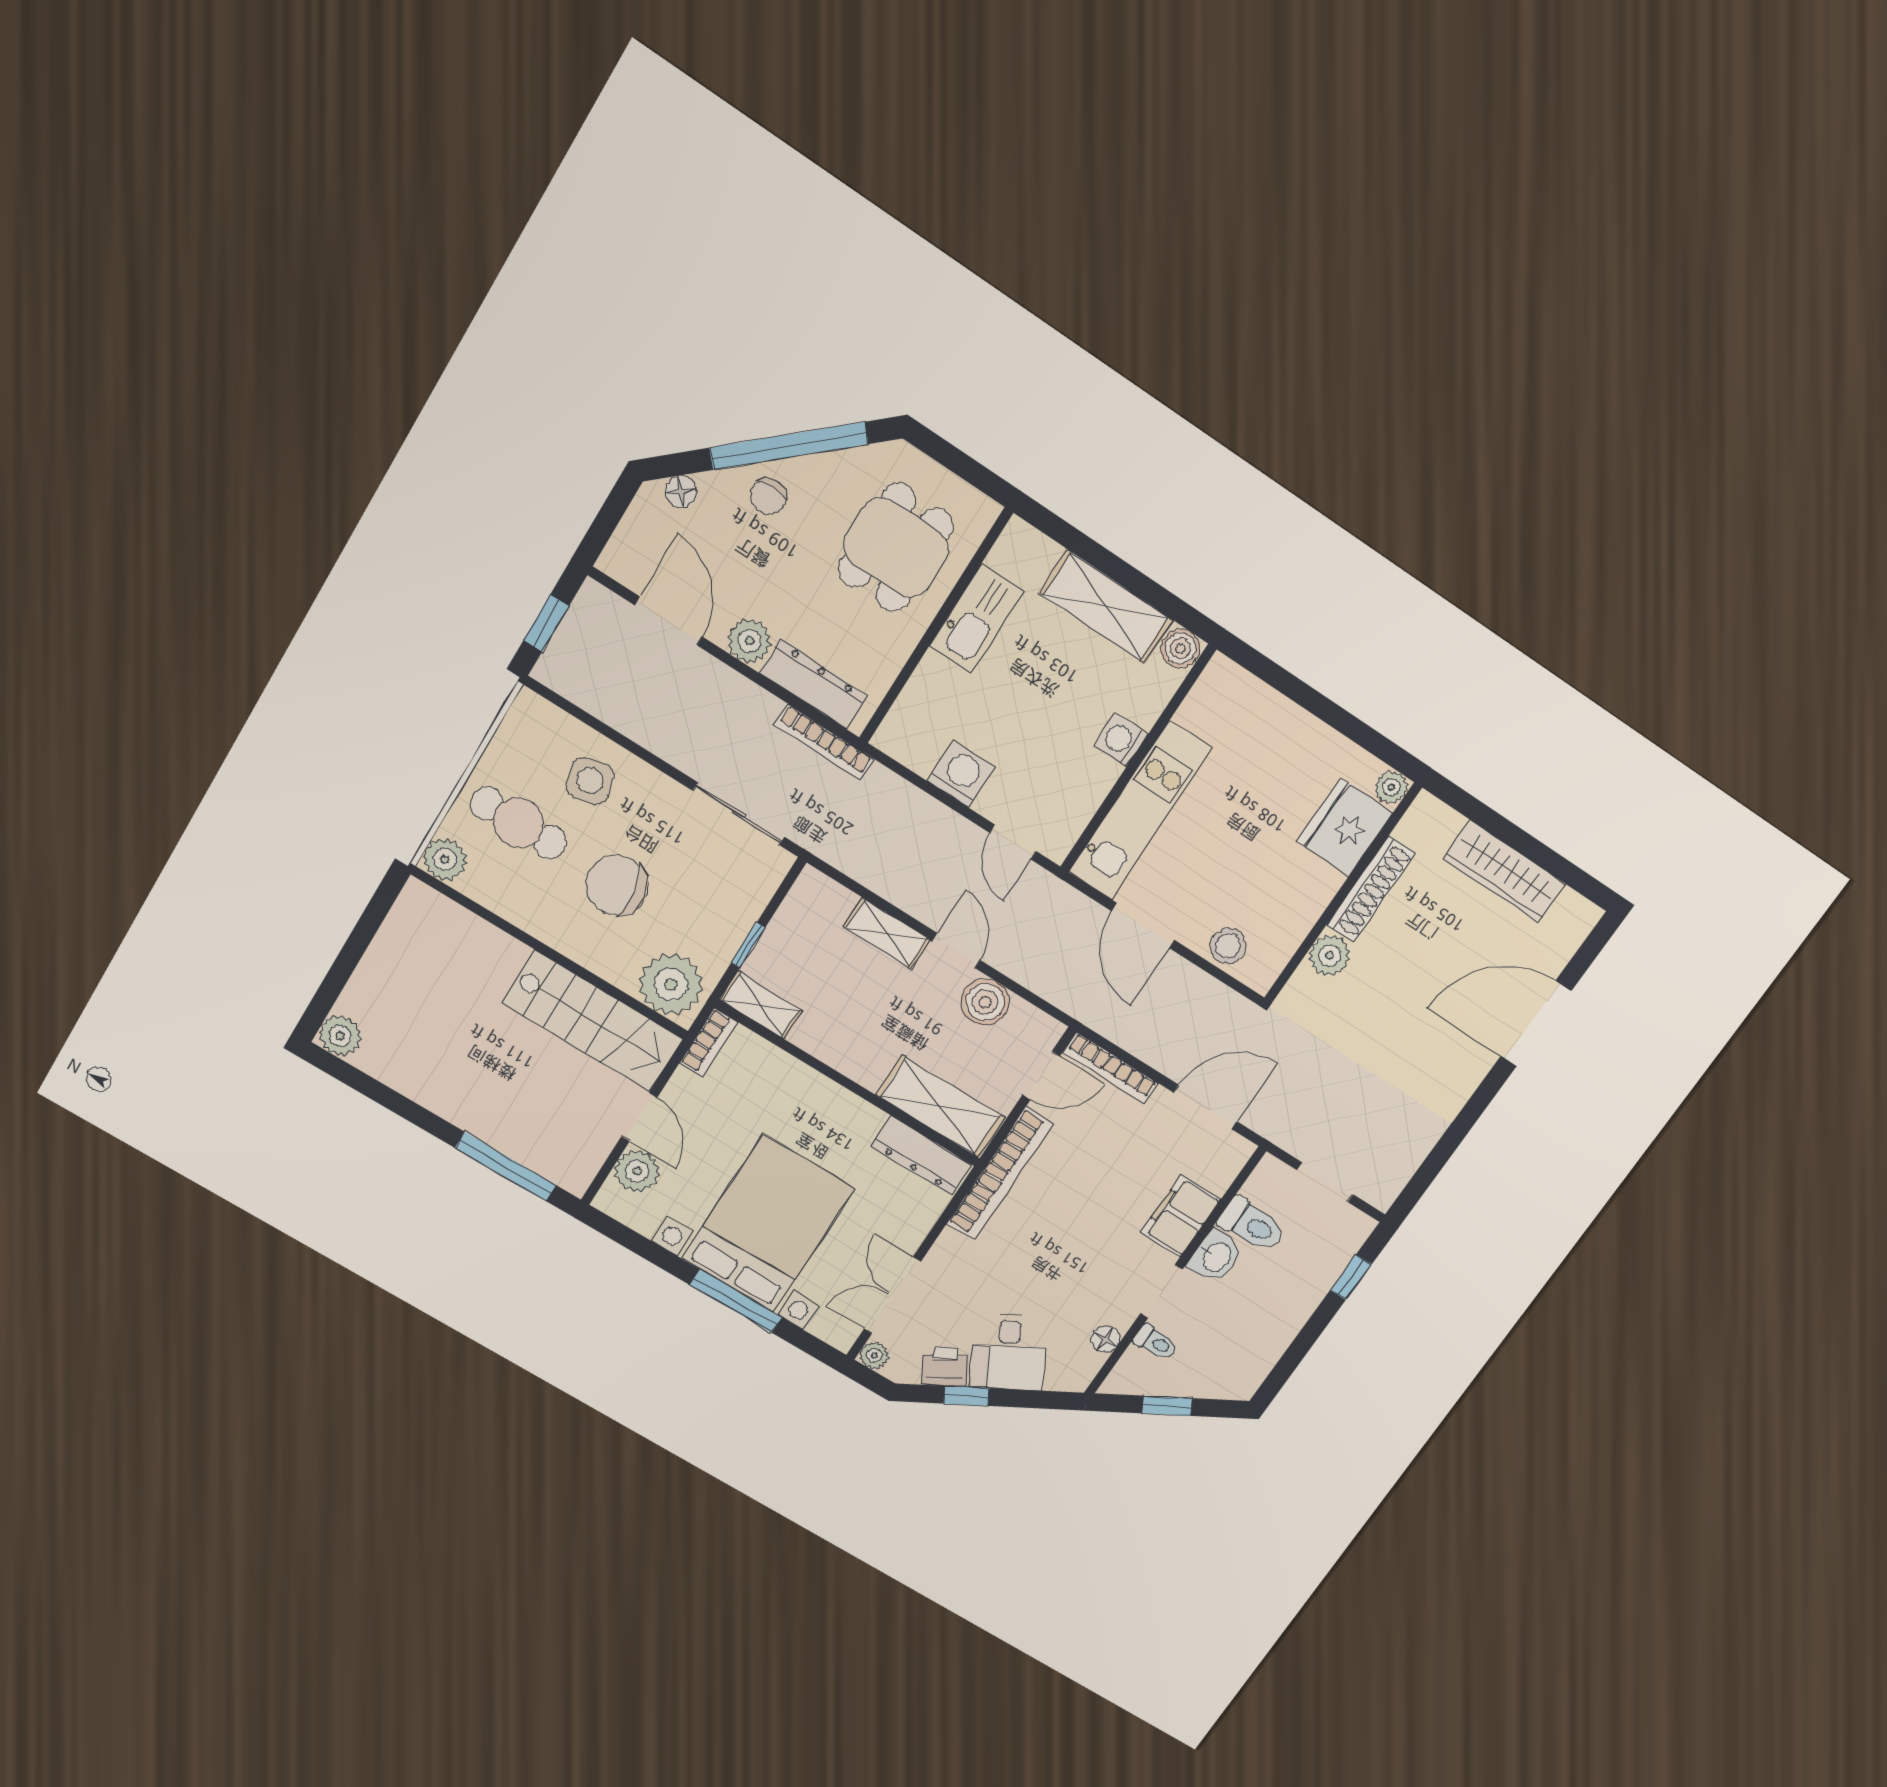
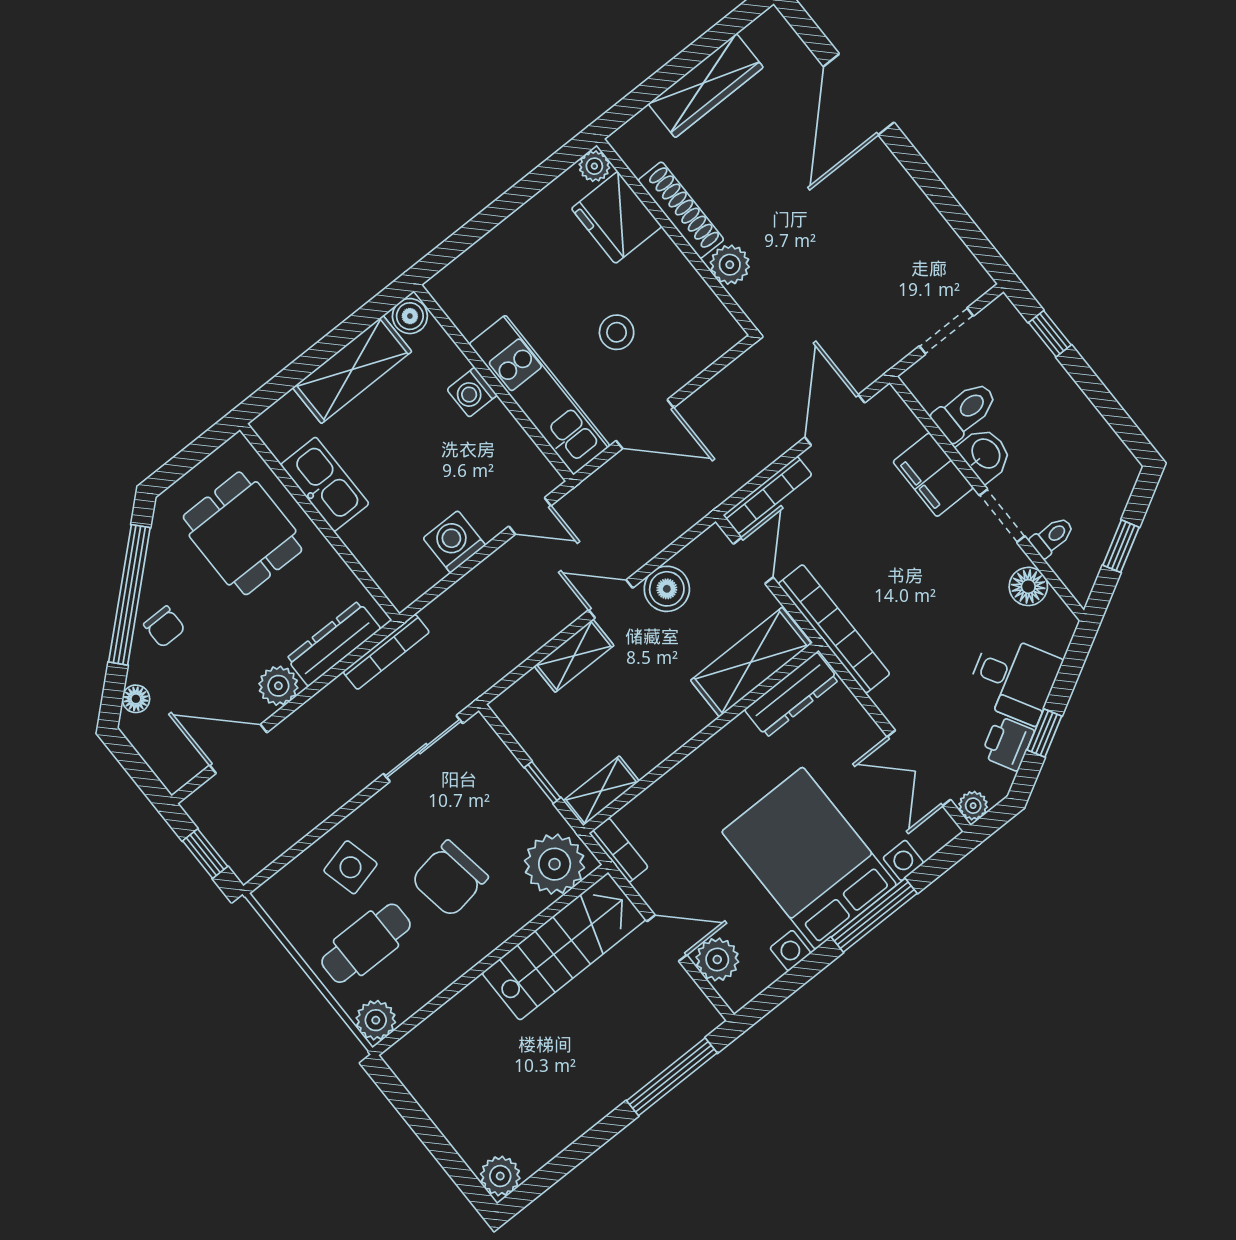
stool: (1228, 946) -> (617, 332), moved
floor lamp: (1106, 1339) -> (1028, 586), width x1.37, depth x1.37

